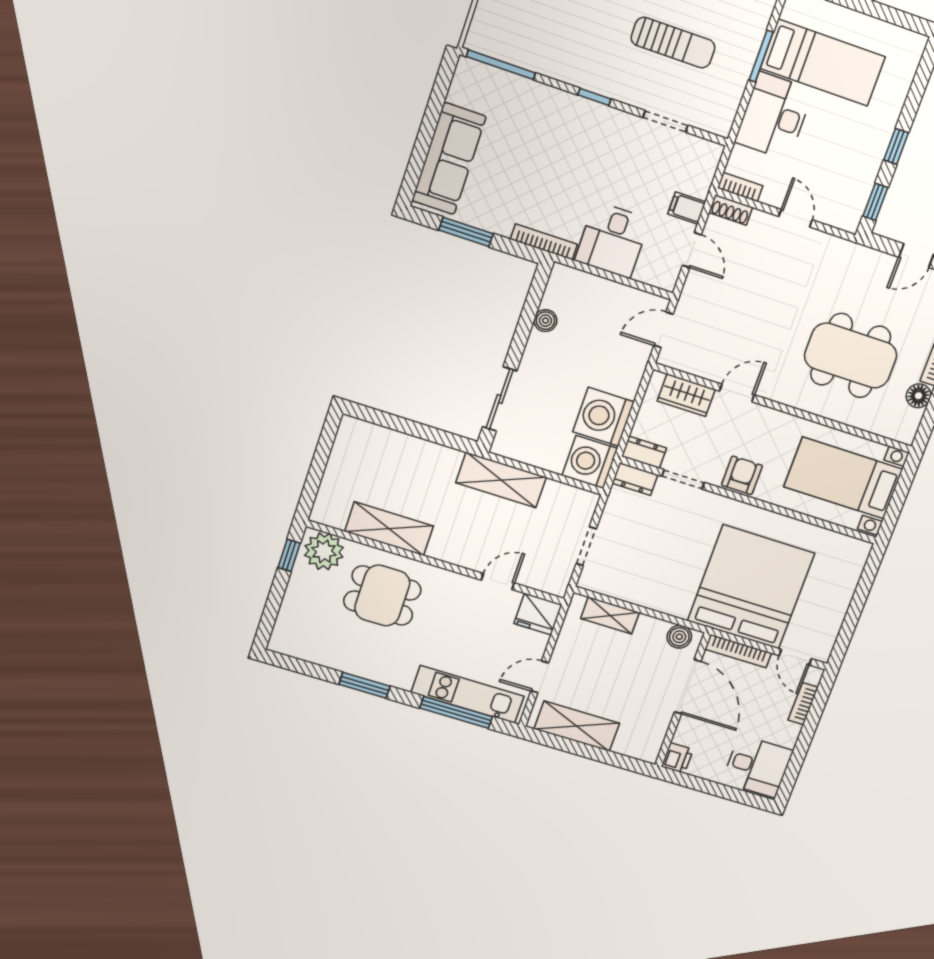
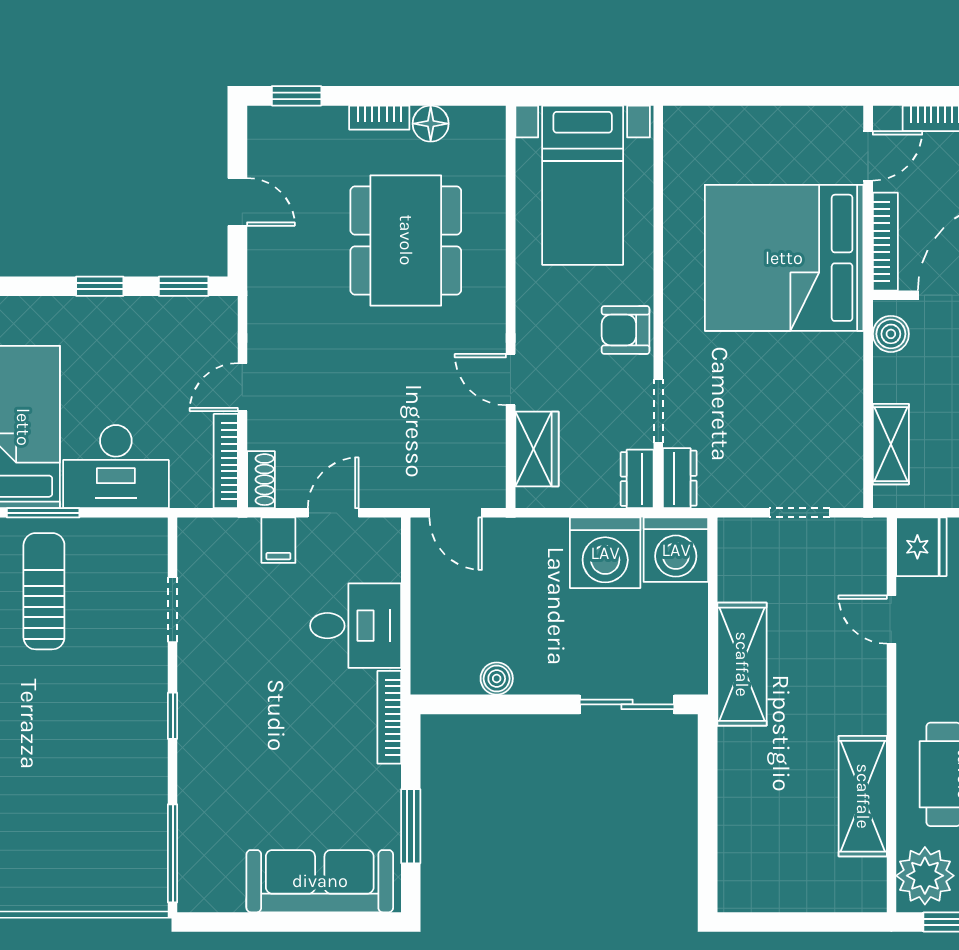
sun lounger: (673, 43) -> (44, 591), moved
bookcase: (740, 187) -> (226, 461), width x1.56

